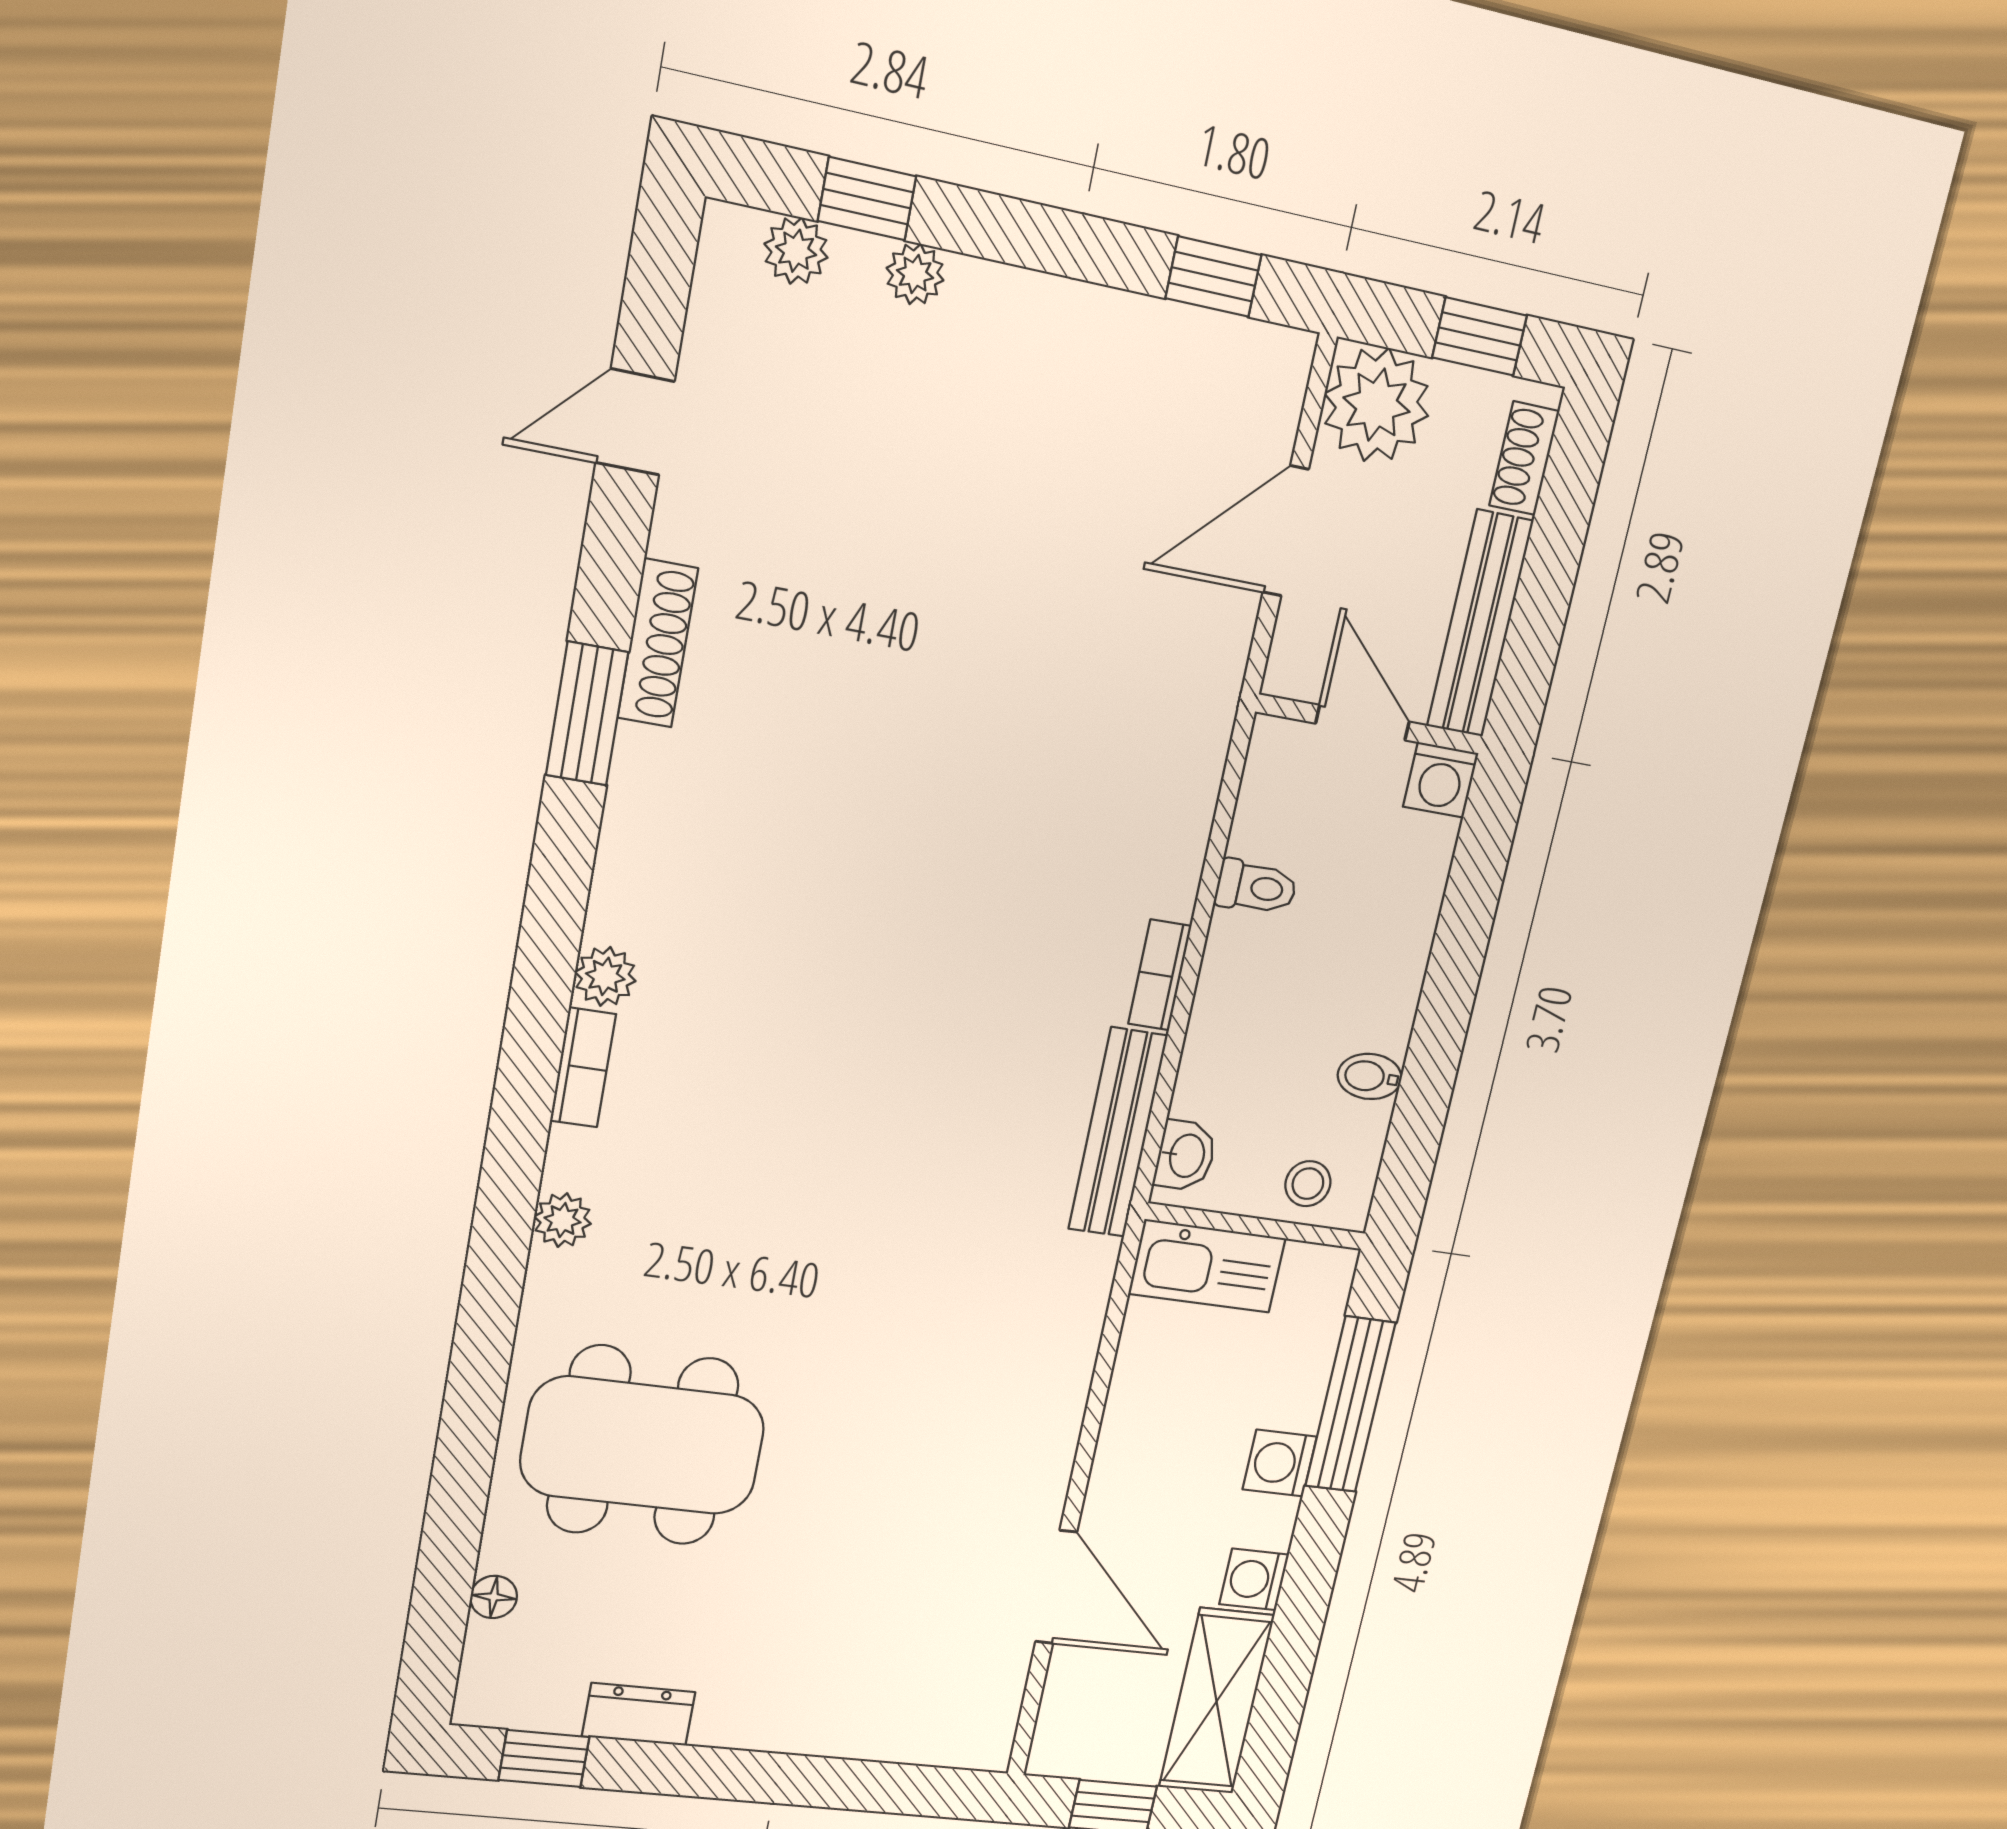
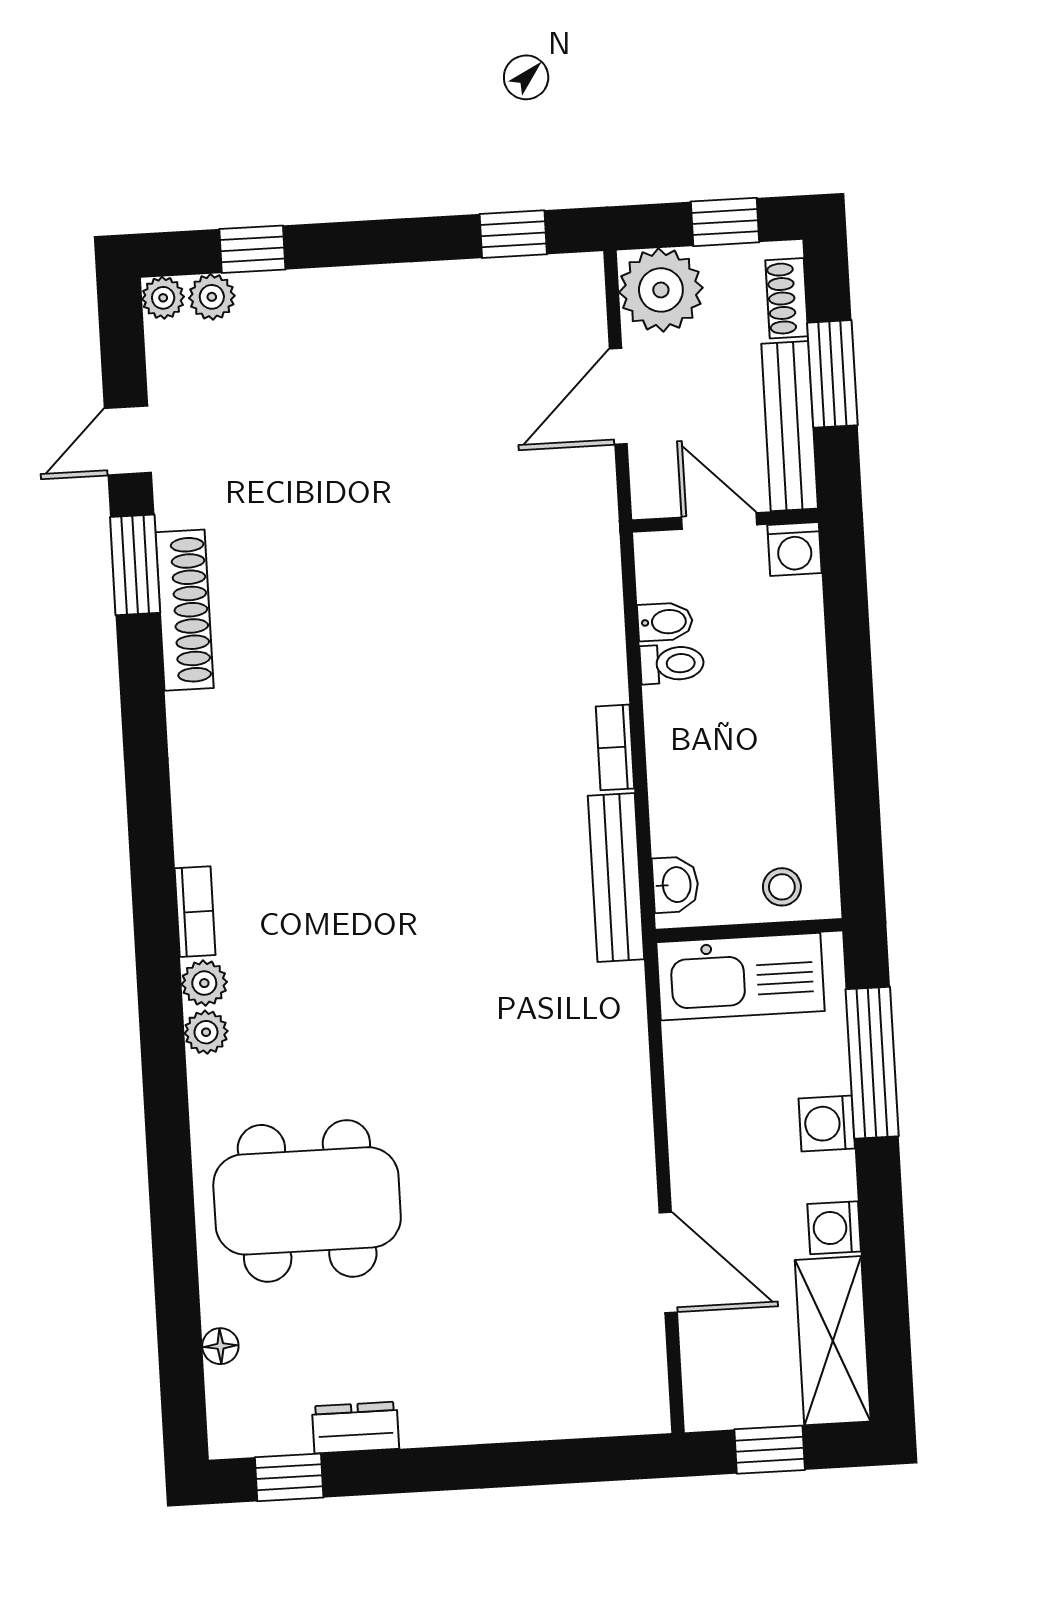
plant: (915, 274) -> (163, 298), moved
window: (1549, 571) -> (832, 374), added
shoe rack: (658, 643) -> (184, 610), width x1.36, depth x1.24
window: (587, 714) -> (135, 565), moved
plant: (605, 976) -> (204, 983), moved
bidet: (1370, 1076) -> (665, 622), moved, turned 180
kitchen sink: (1207, 1266) -> (741, 977), width x1.36, depth x1.24

